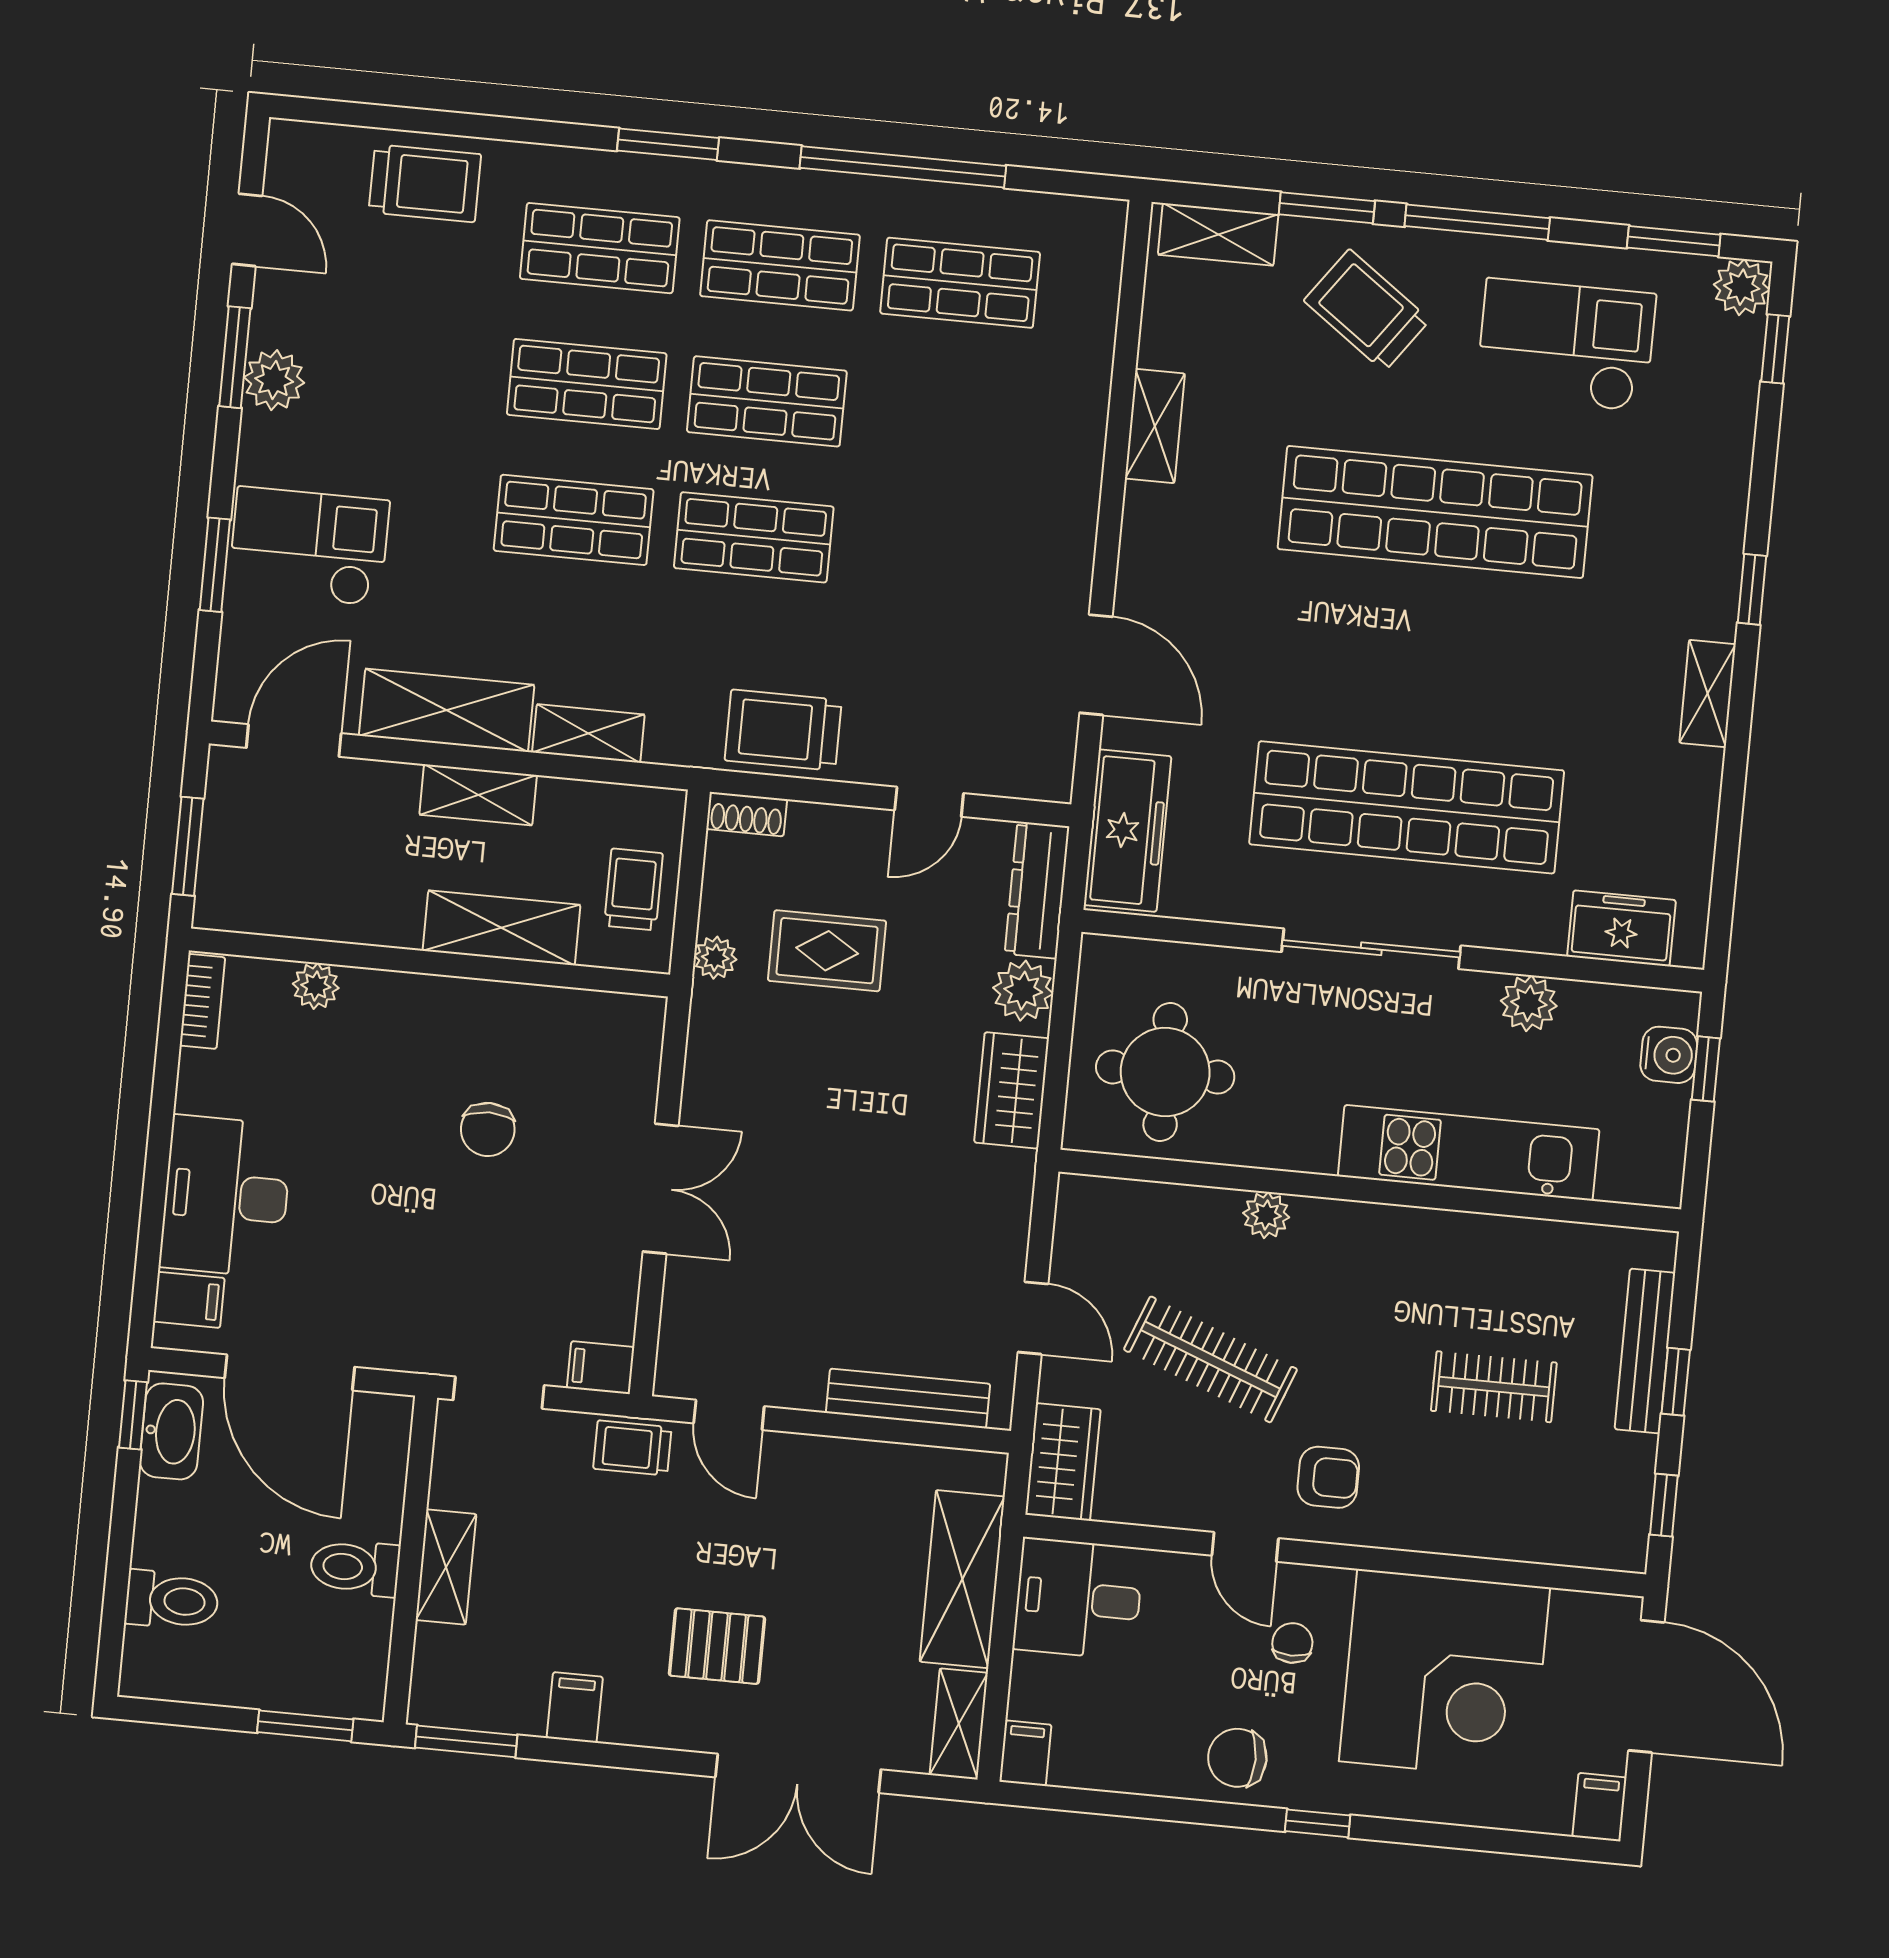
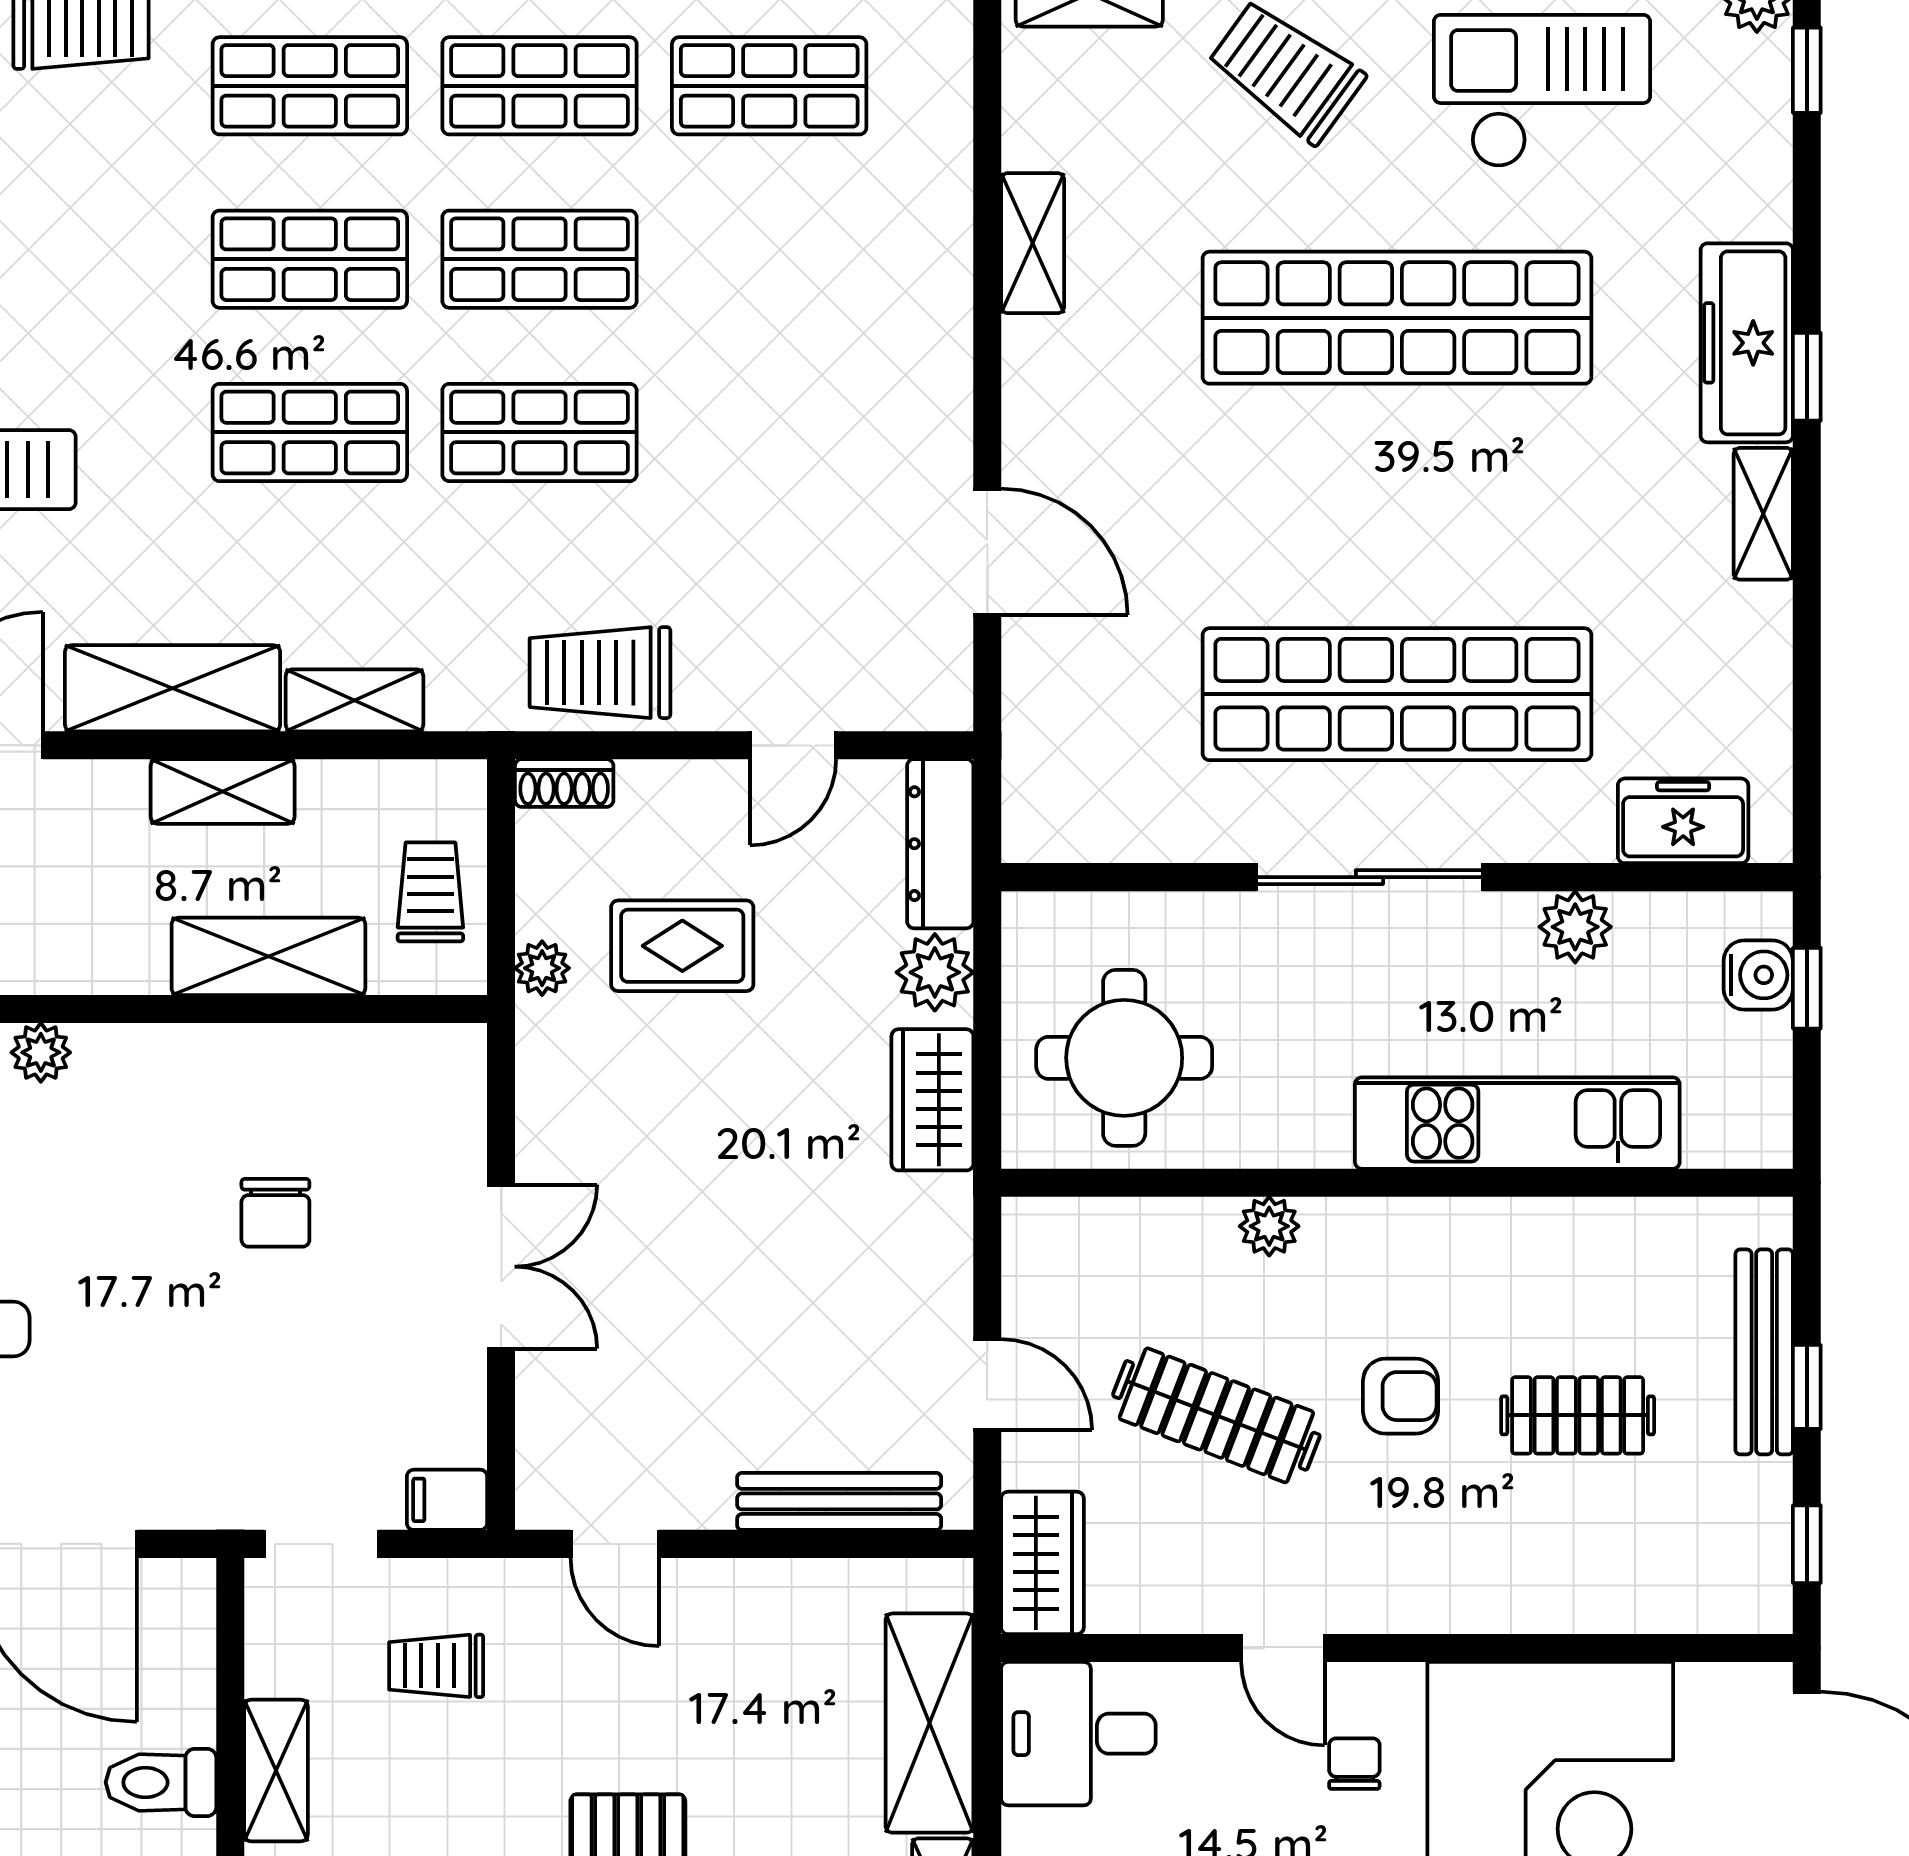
freezer: (1128, 831) -> (1747, 343), moved, turned 180
trolley: (632, 1448) -> (436, 1666), moved
armchair: (1328, 1477) -> (1401, 1396), moved

